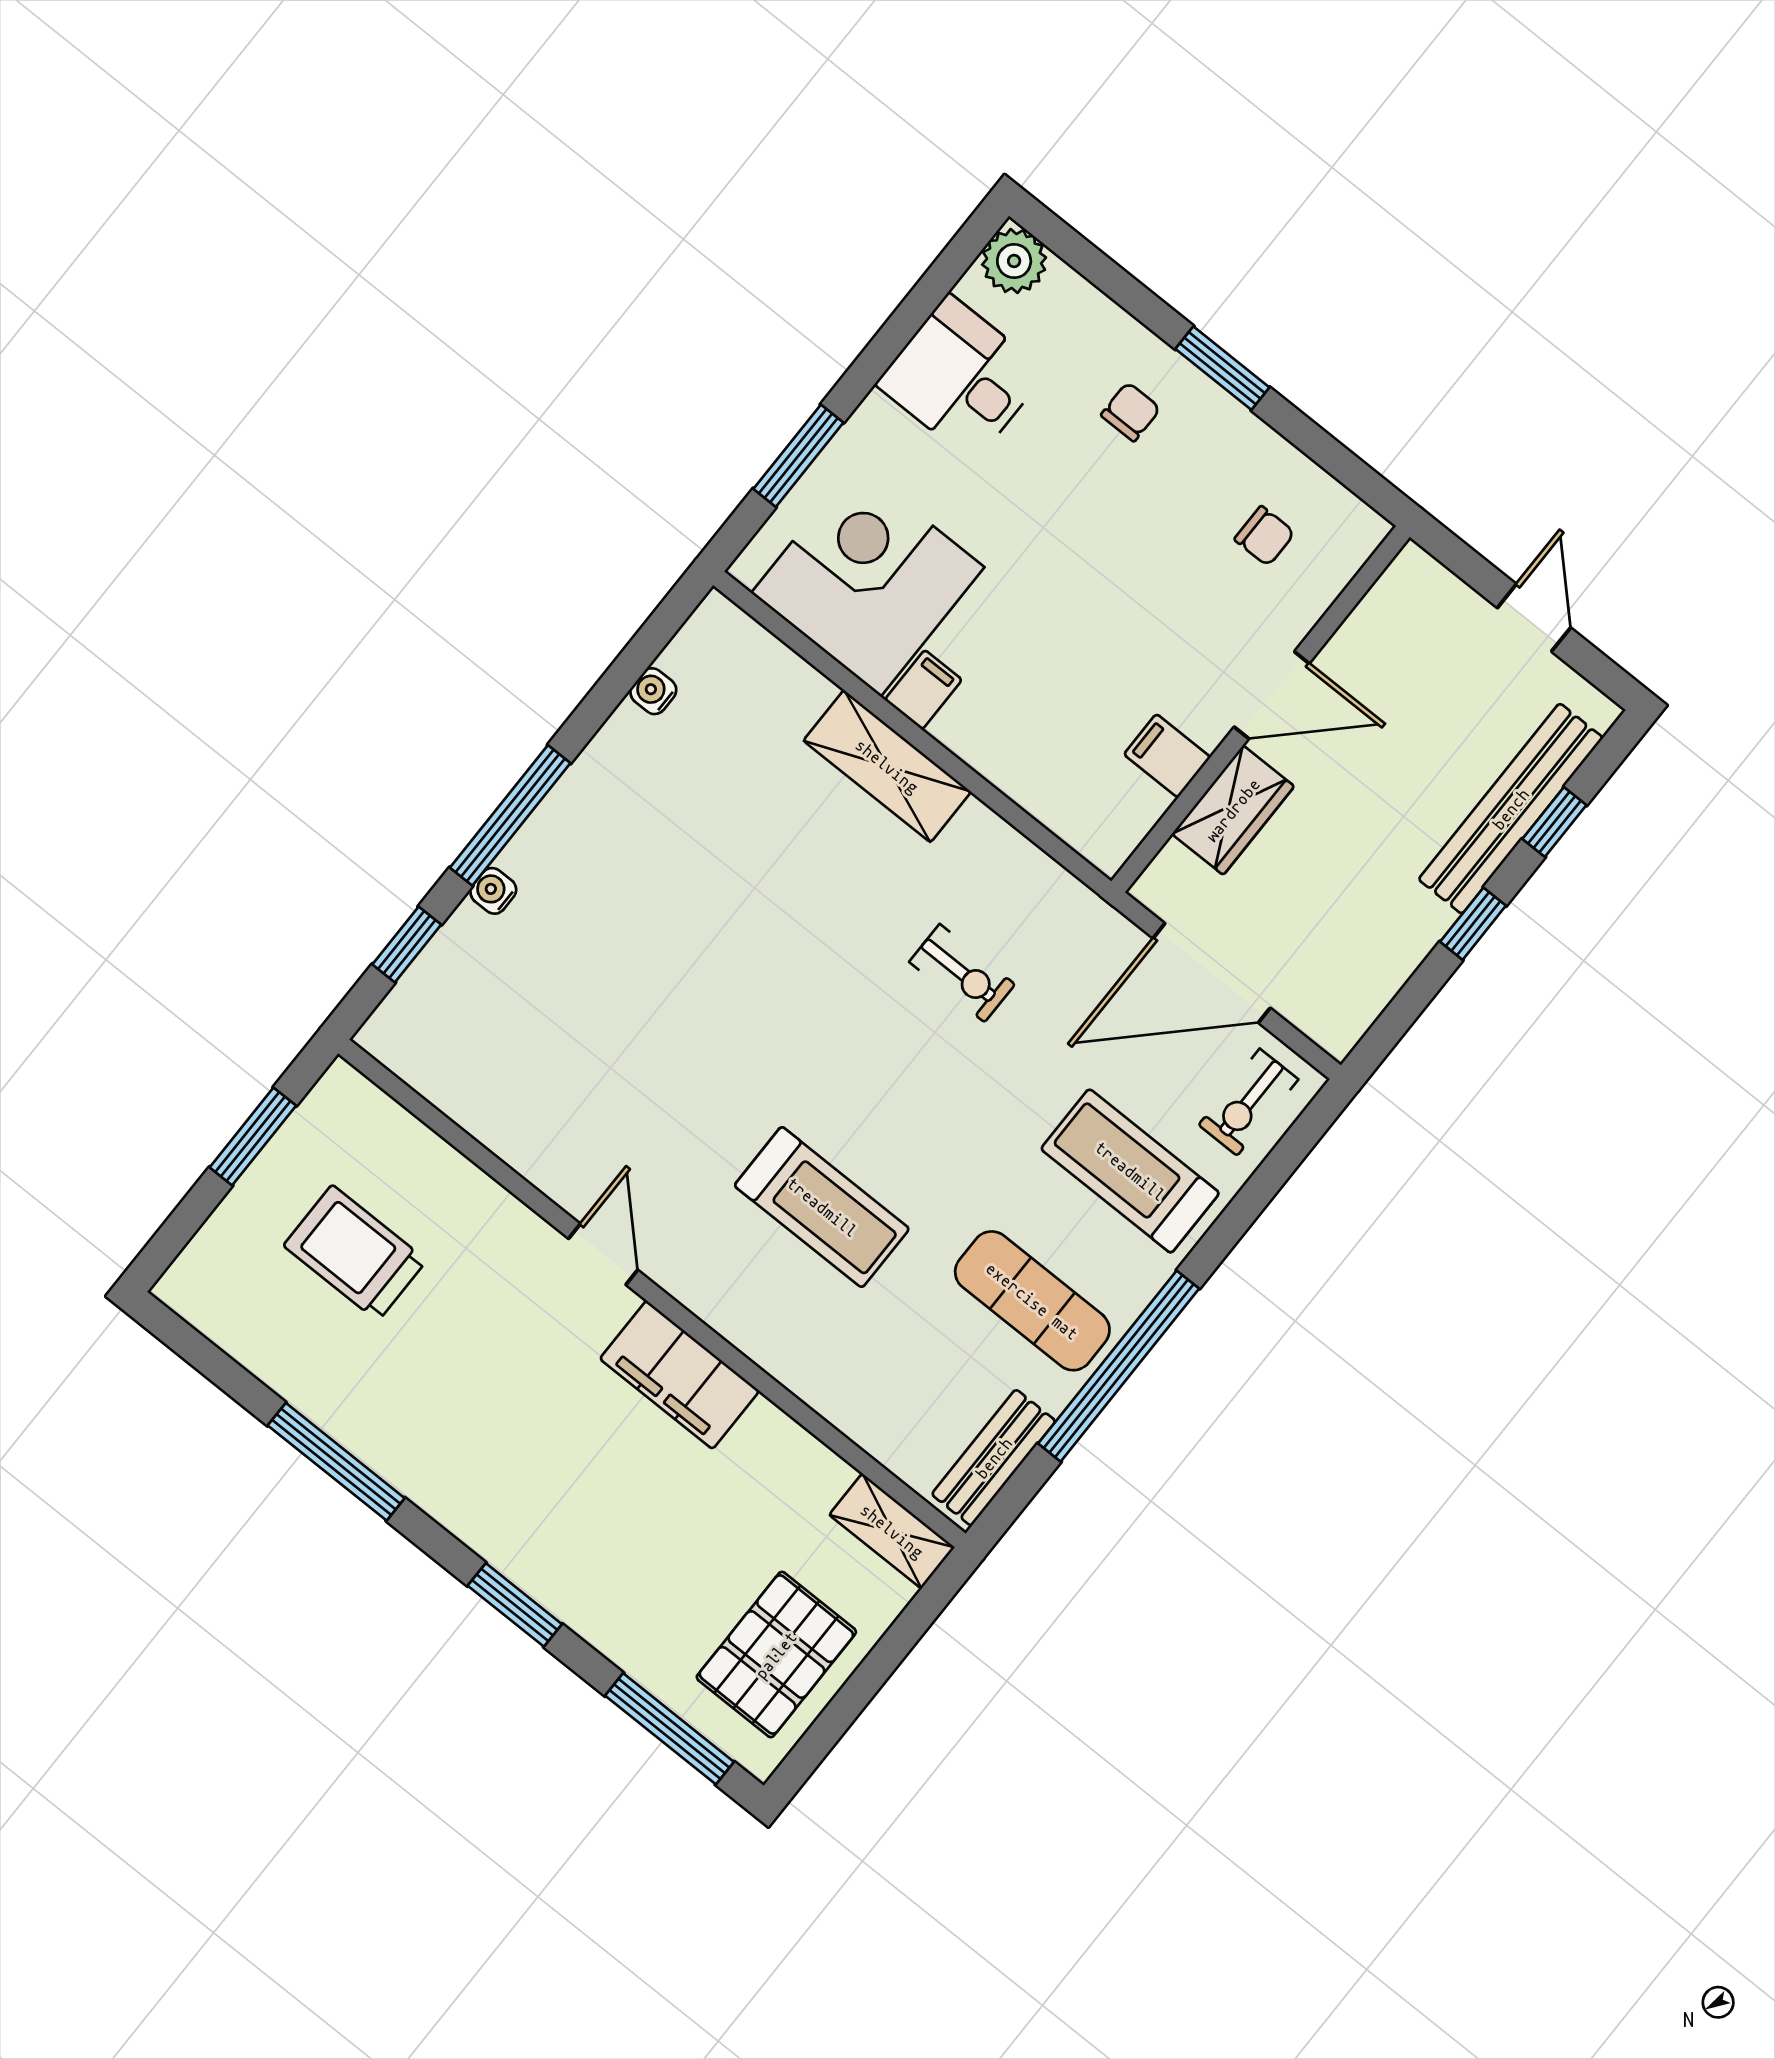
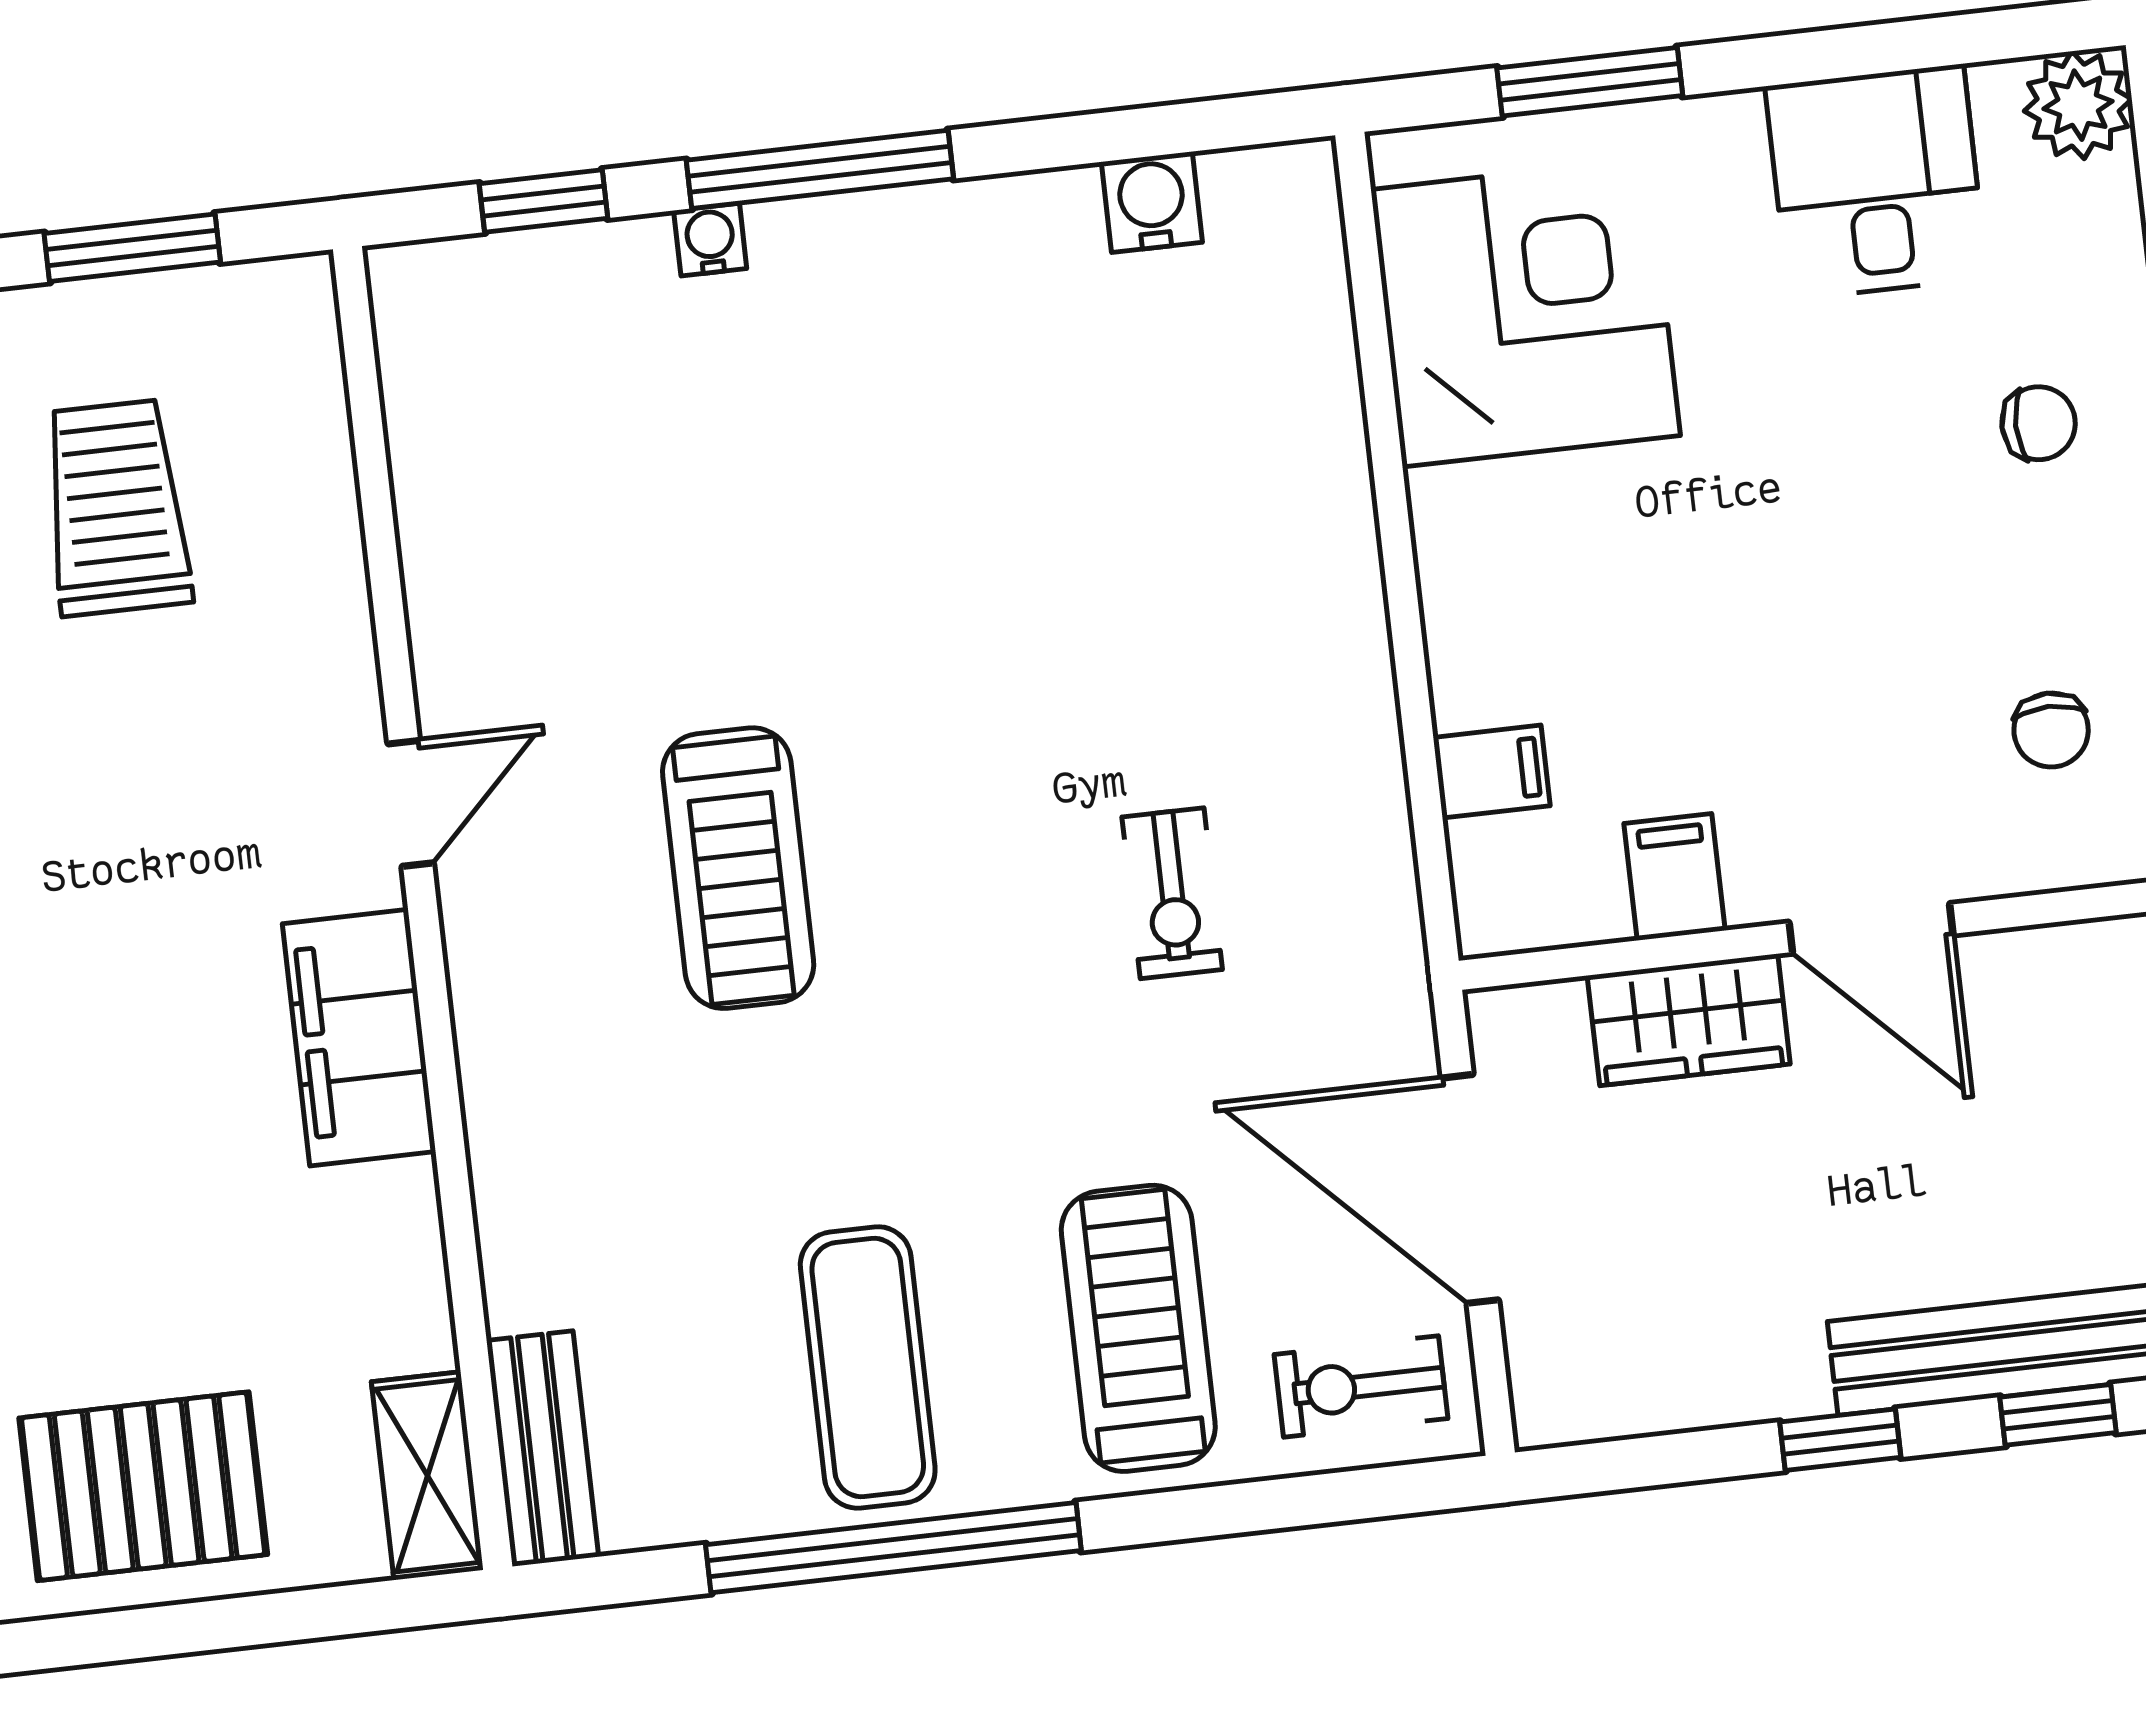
filing cabinet: (923, 690) -> (1492, 772), moved
water cooler: (653, 691) -> (1152, 202), width x1.38, depth x1.38
shelving: (887, 766) -> (1328, 558), removed
treadmill: (822, 1207) -> (738, 868), moved
bench: (994, 1458) -> (543, 1449), moved, turned 90

